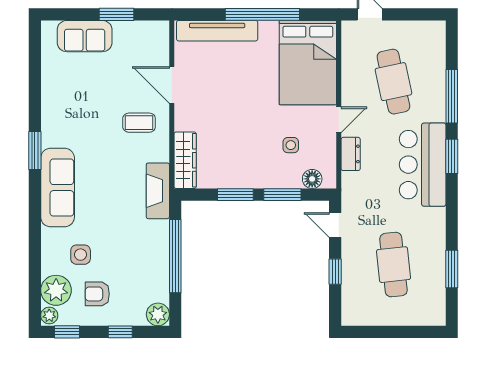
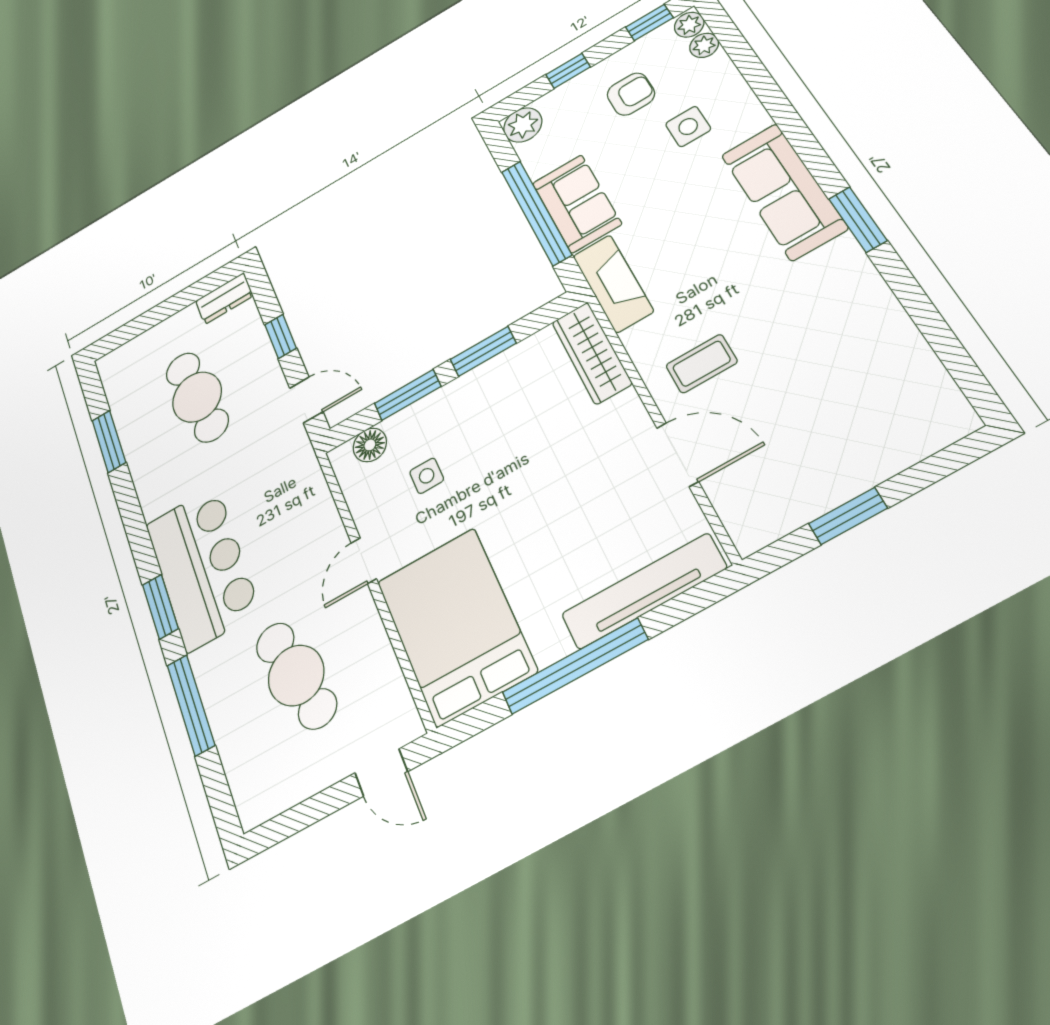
sofa: (85, 36) -> (577, 204), moved, turned 90
dresser: (351, 154) -> (224, 298), moved, turned -90
plant: (56, 290) -> (704, 45), width x0.53, depth x0.53

